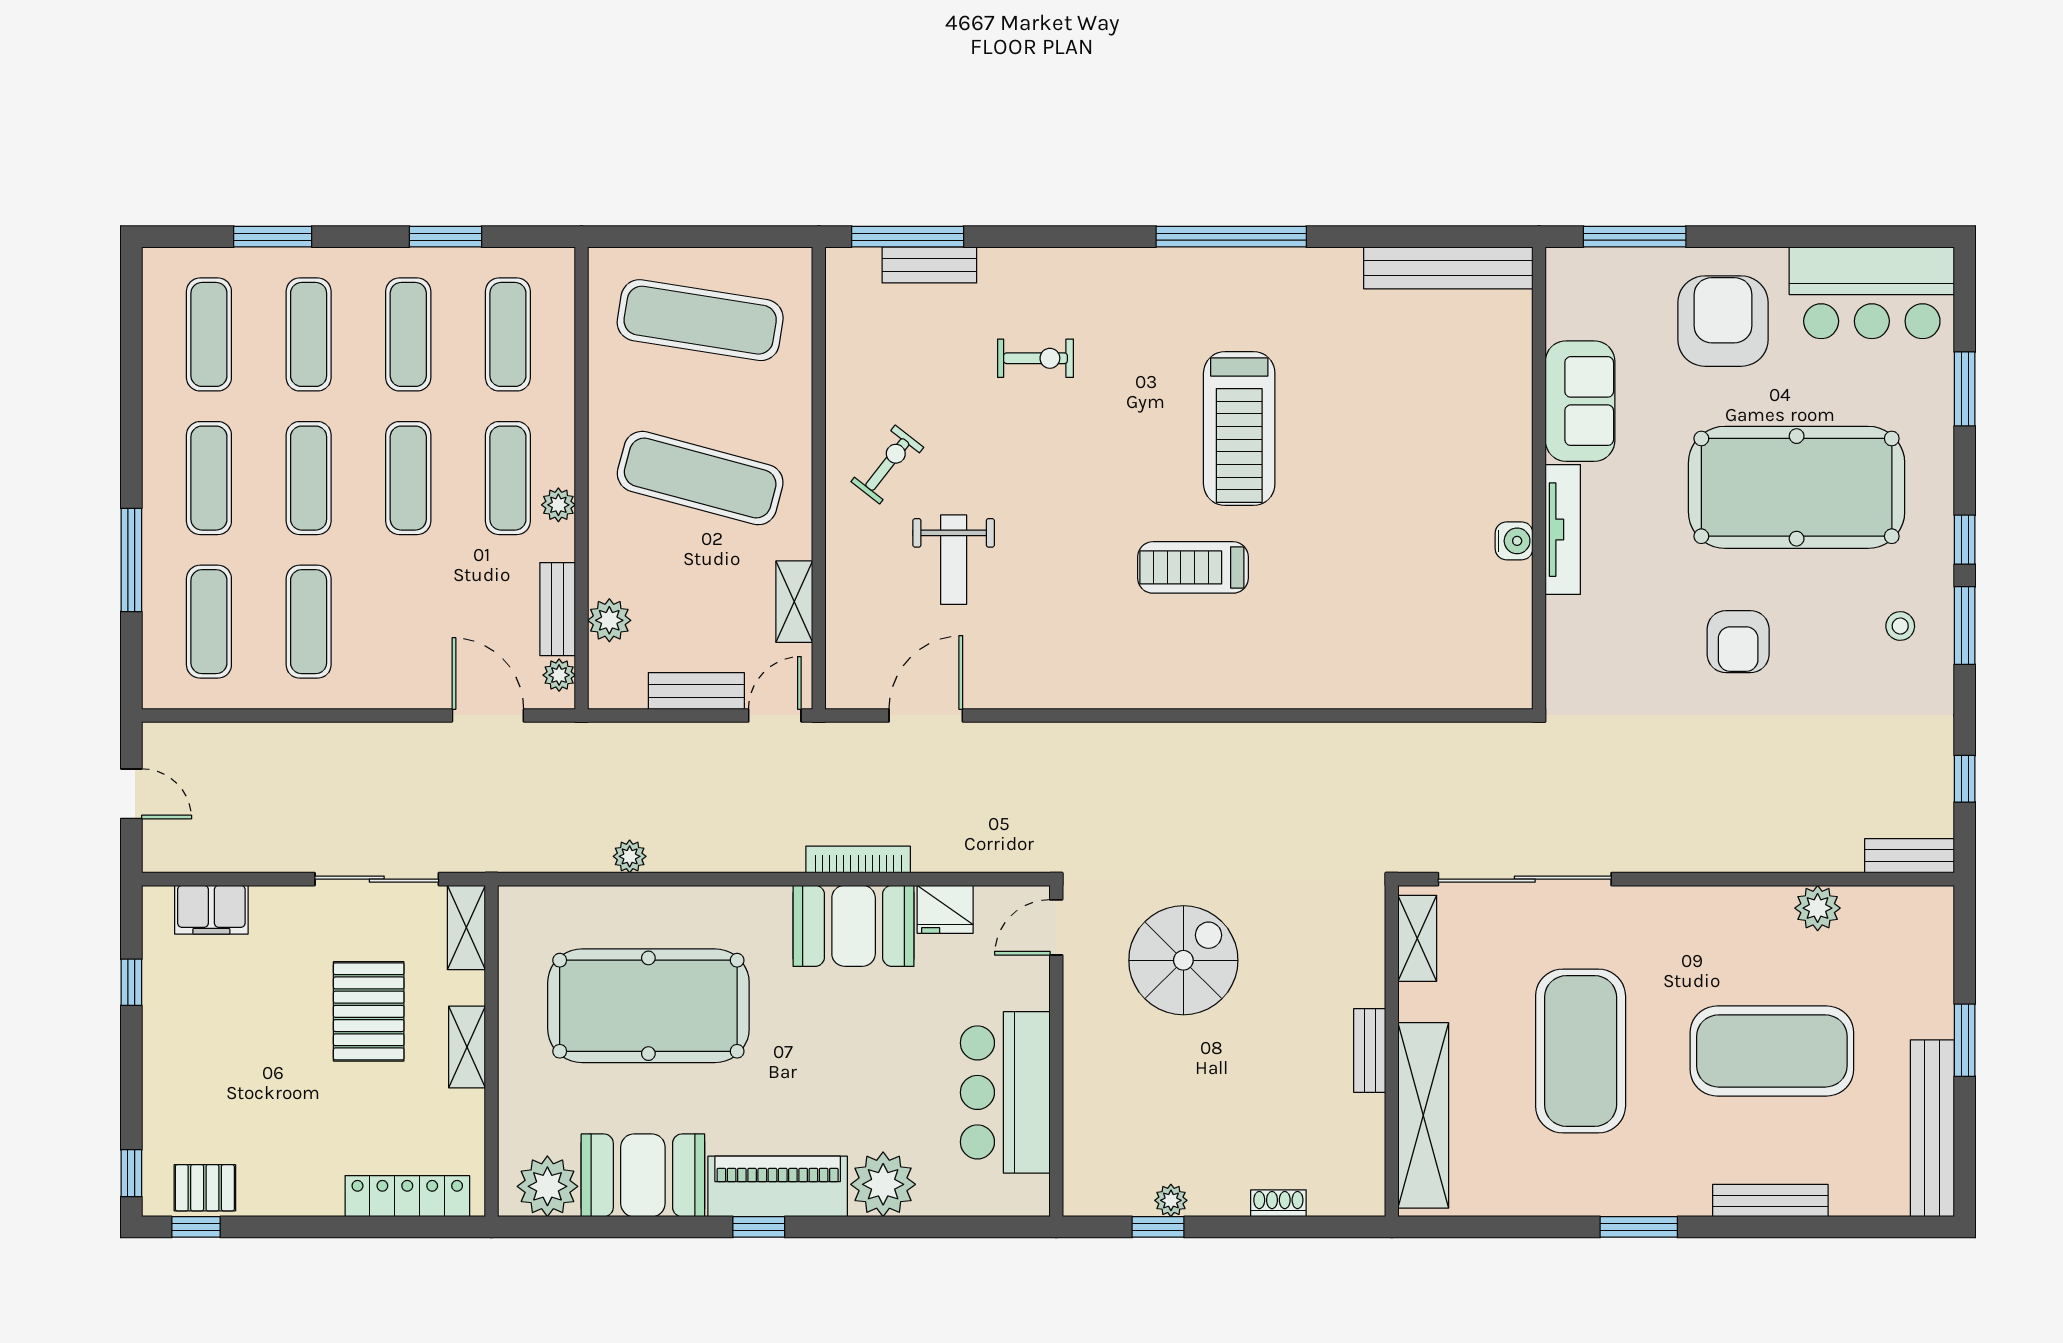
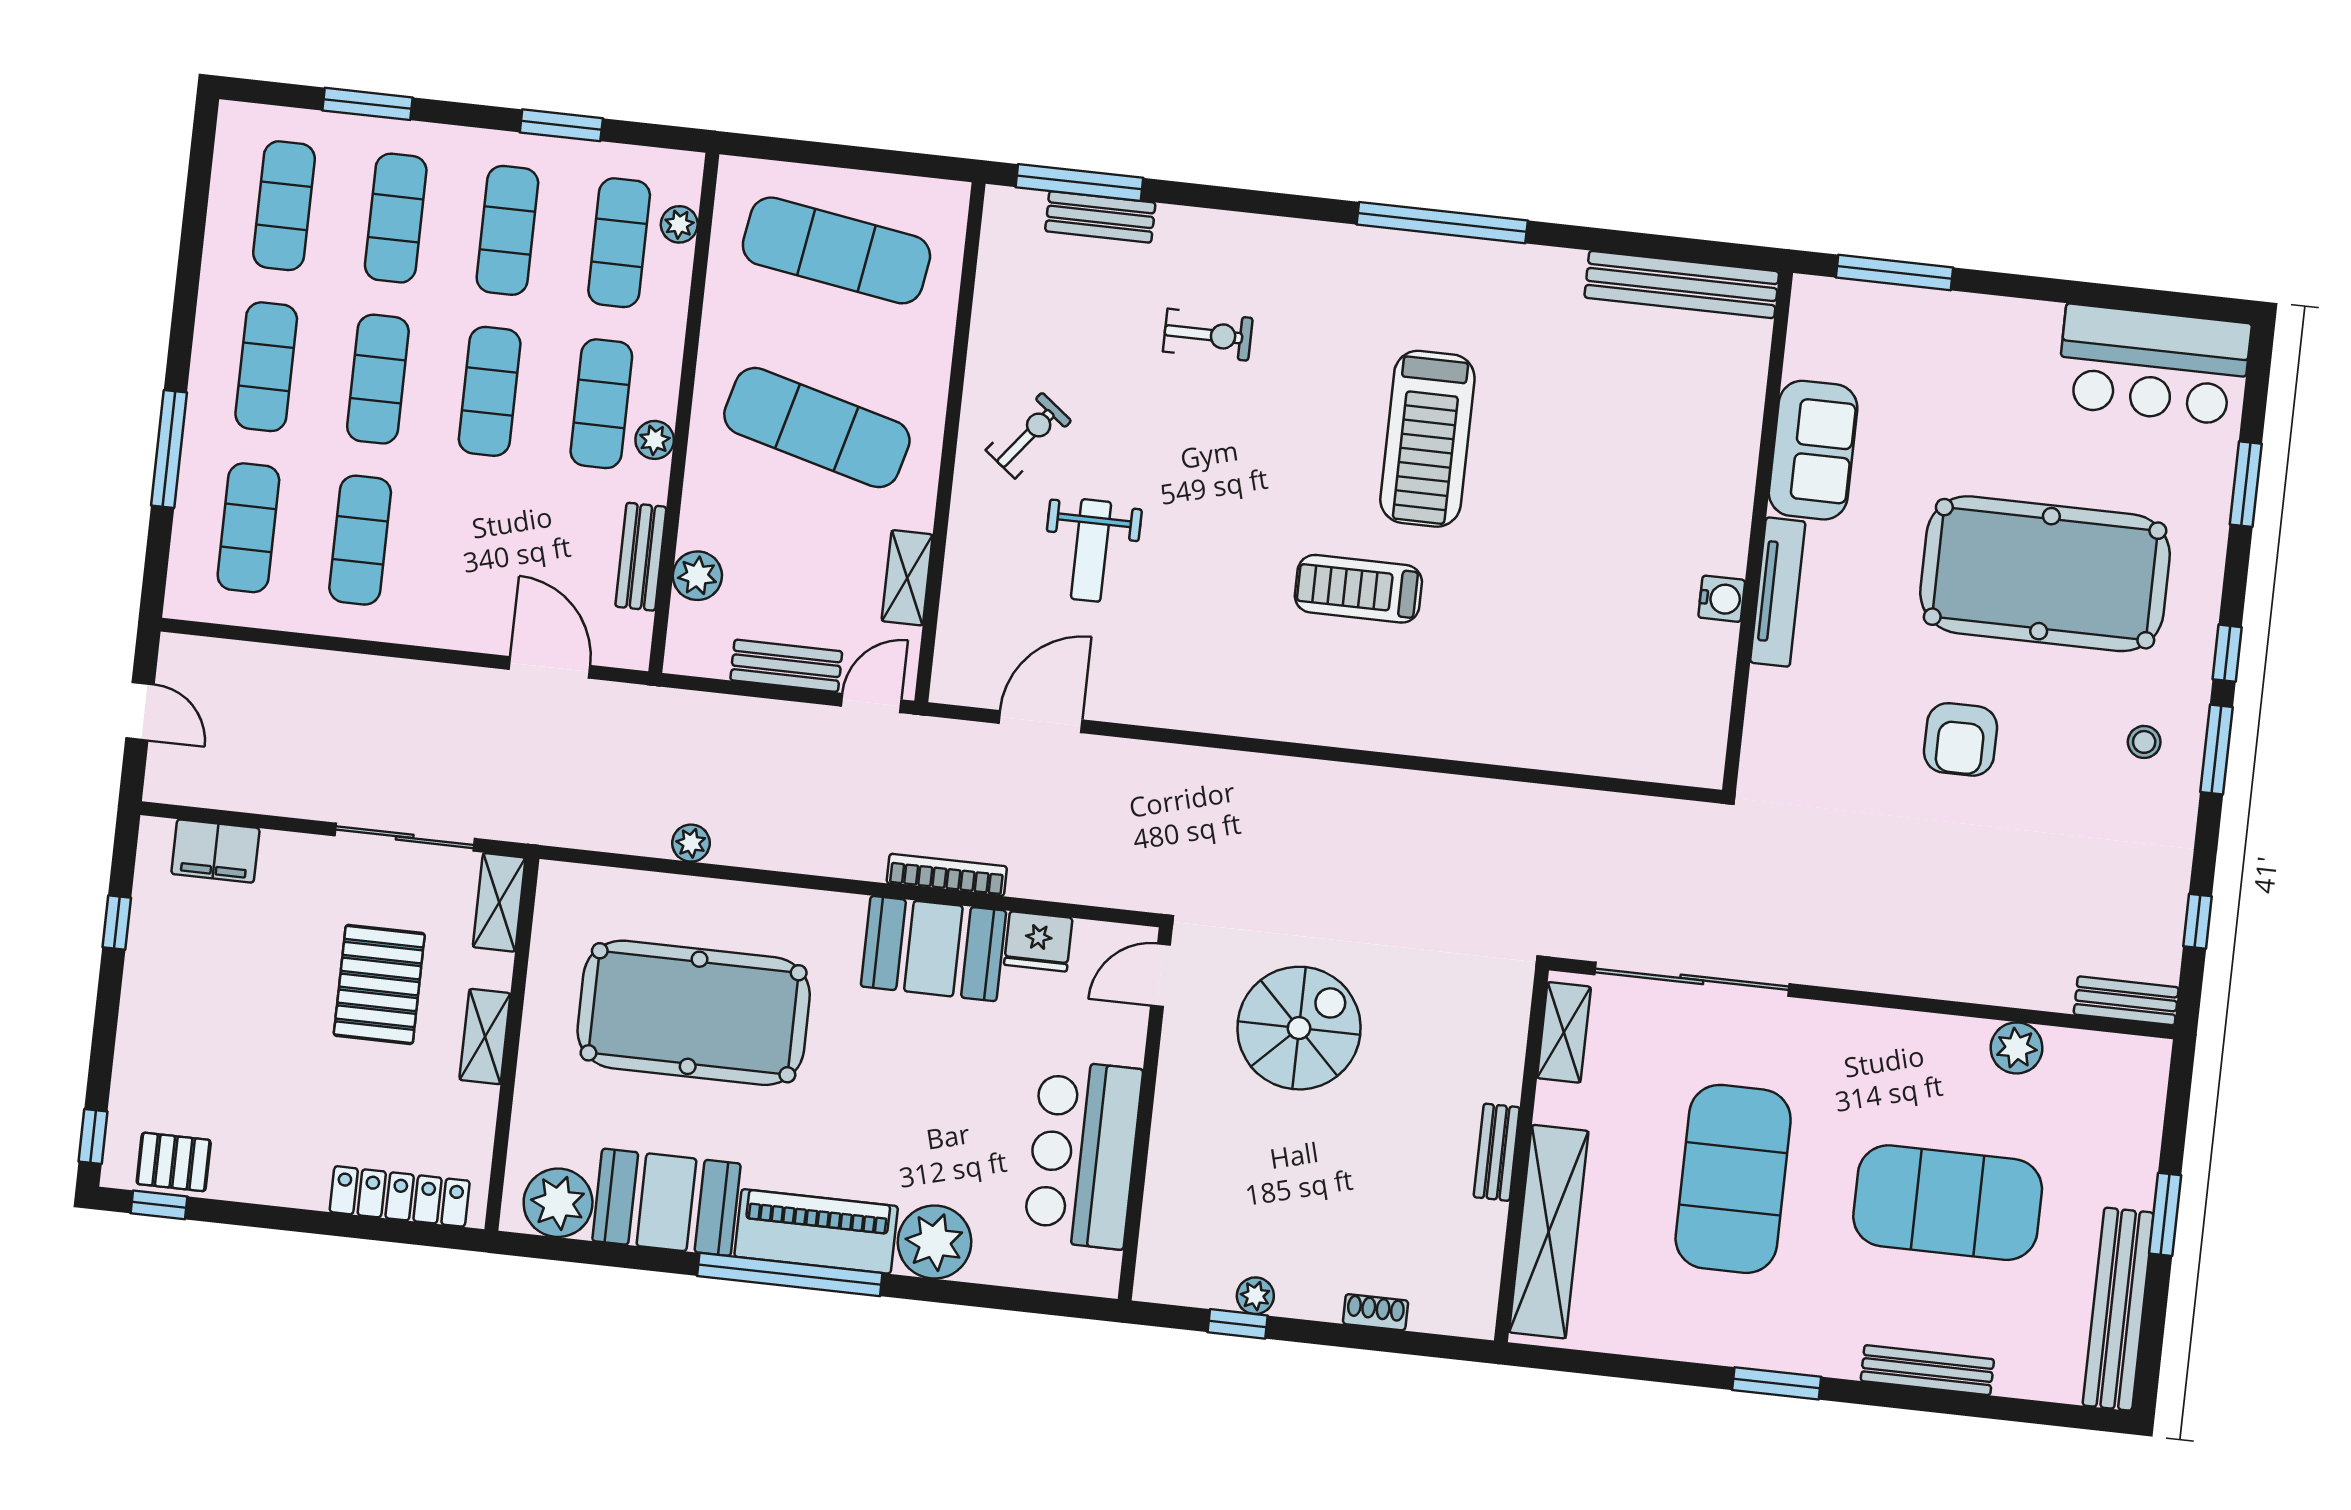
armchair: (1723, 321) -> (1983, 378), removed
plant: (559, 675) -> (679, 224), moved
window: (759, 1227) -> (790, 1274), width x3.17

